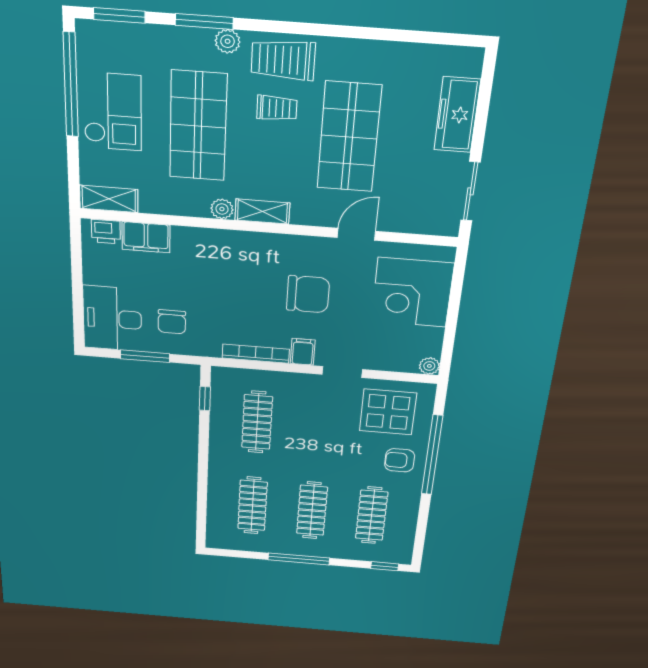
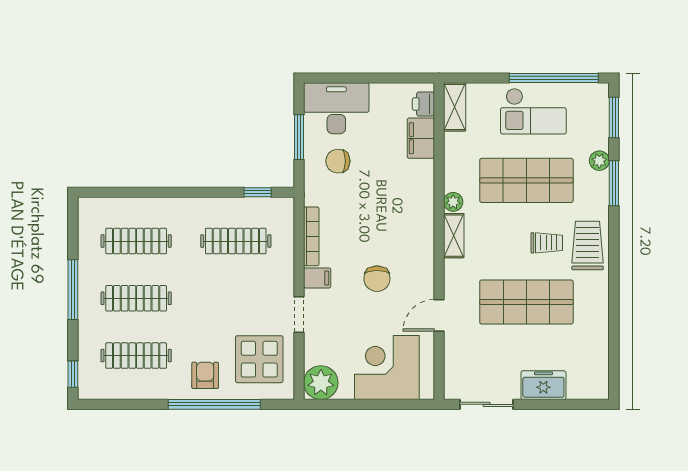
plant: (228, 41) -> (599, 161), moved
trolley: (277, 108) -> (547, 243), turned -90
freezer: (457, 115) -> (543, 385), width x0.71
door: (356, 234) -> (439, 315), swing flipped
chair: (308, 294) -> (377, 279), width x0.73, depth x0.73
plant: (429, 366) -> (321, 383), width x1.88, depth x1.88

